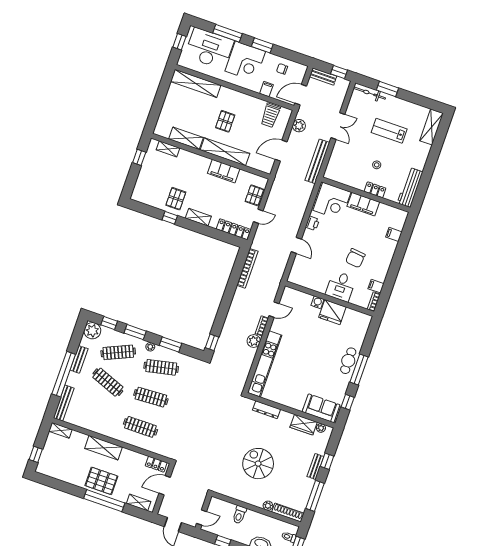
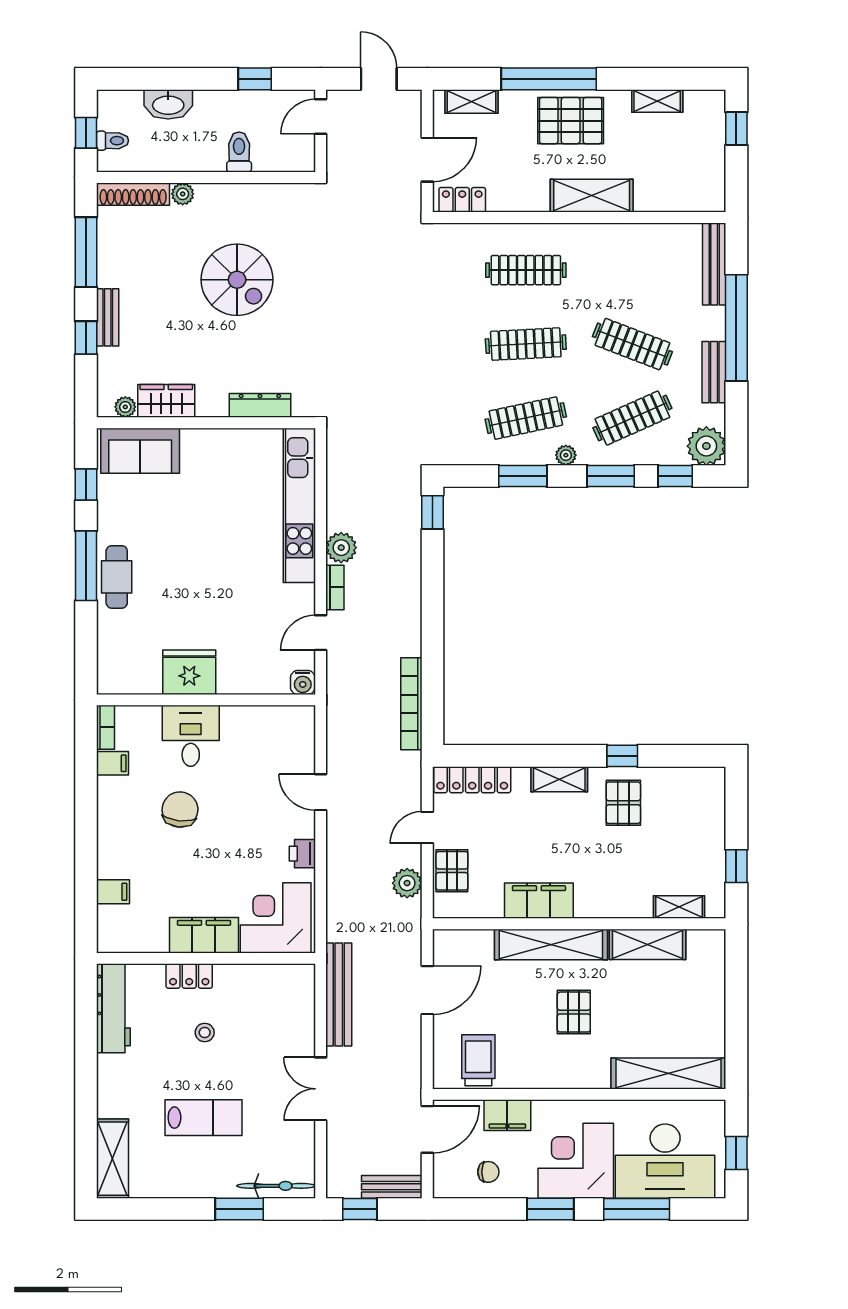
filing cabinet: (266, 89) -> (507, 1115), width x2.00
plant: (299, 126) -> (407, 883), moved
water cooler: (317, 302) -> (303, 682), moved
shelving: (60, 430) -> (657, 101), moved

